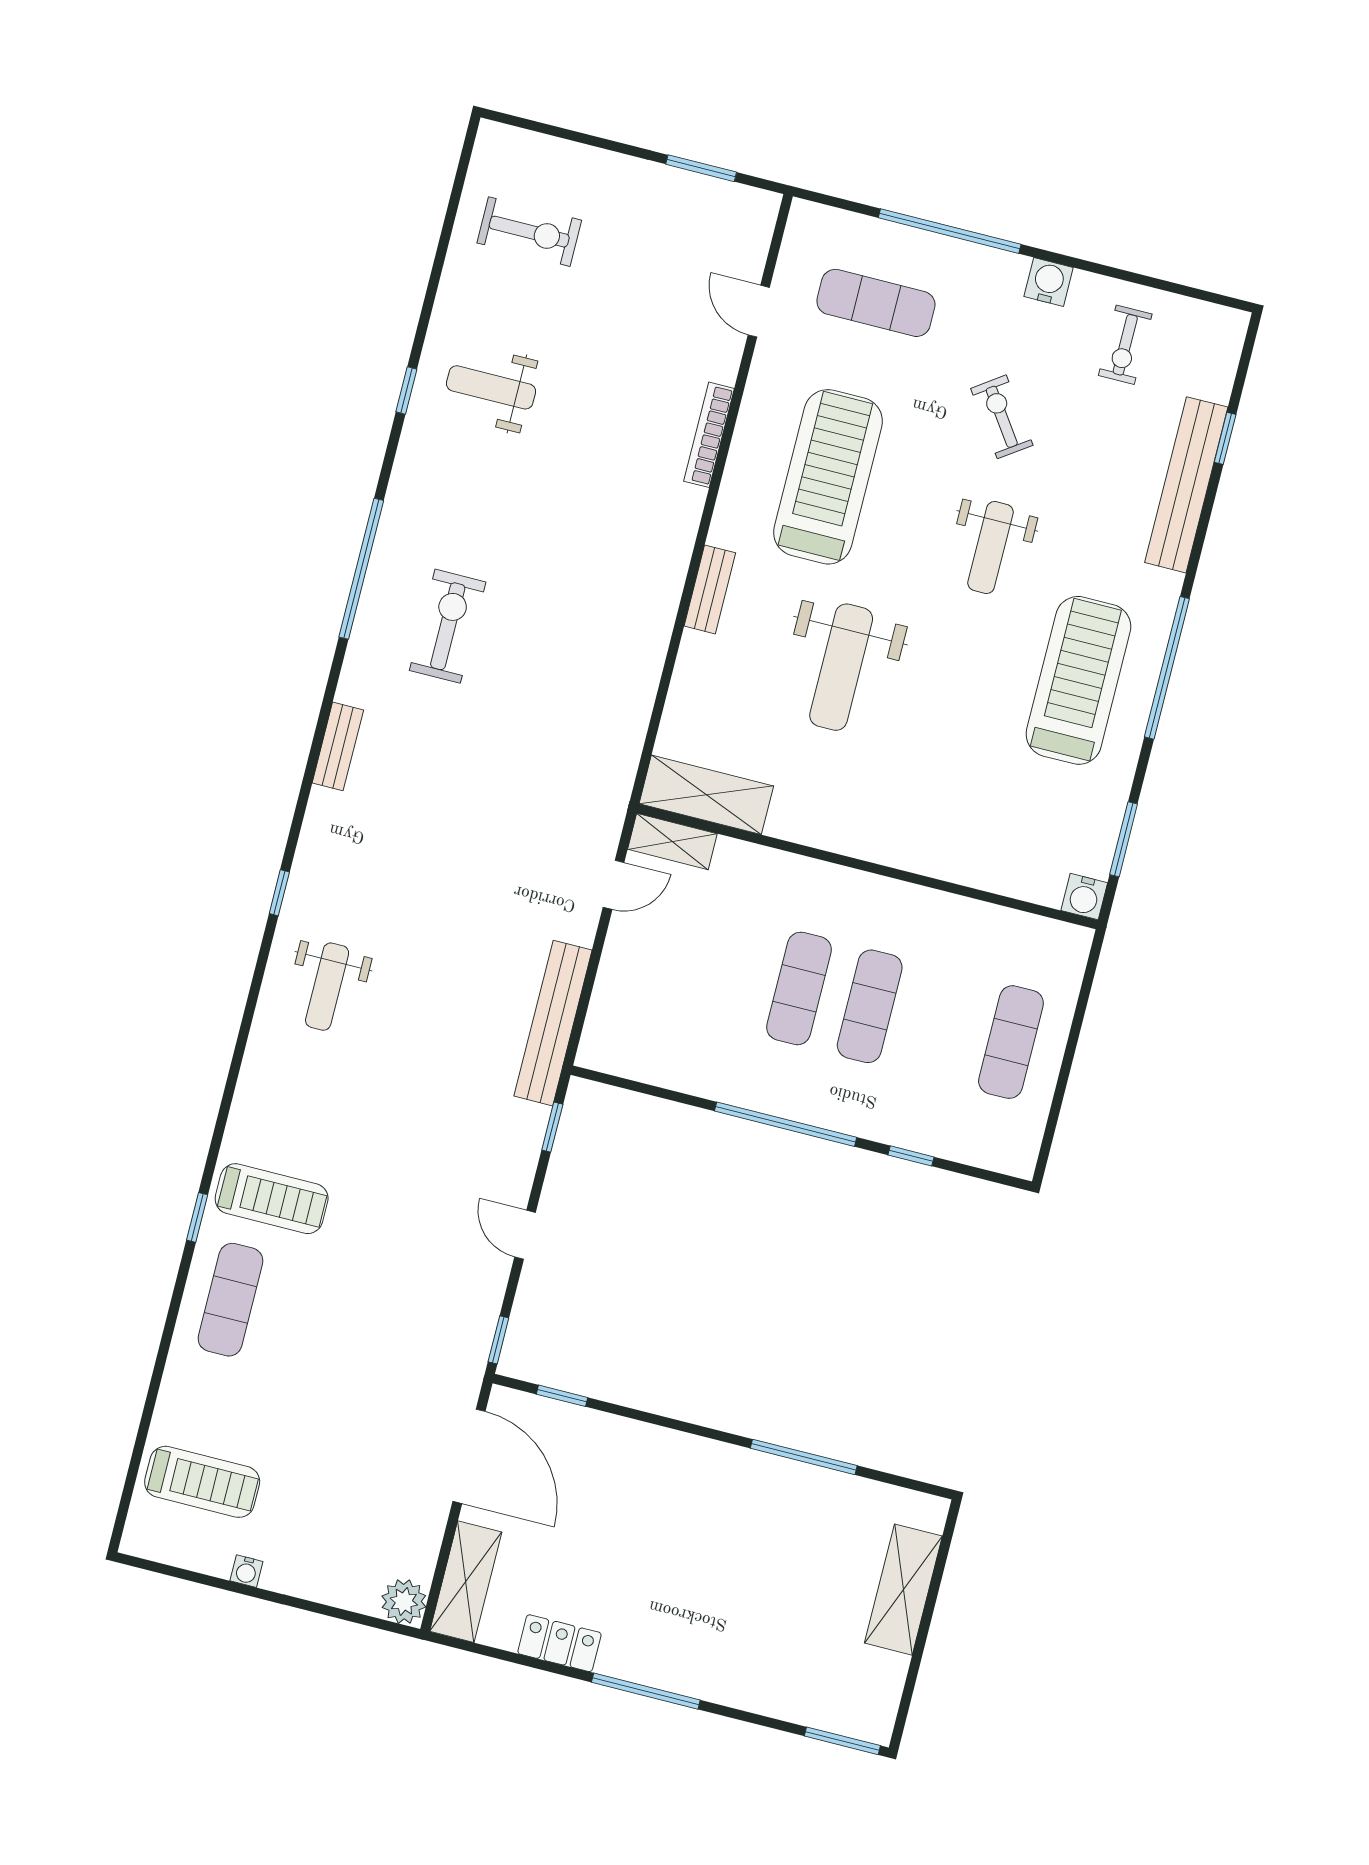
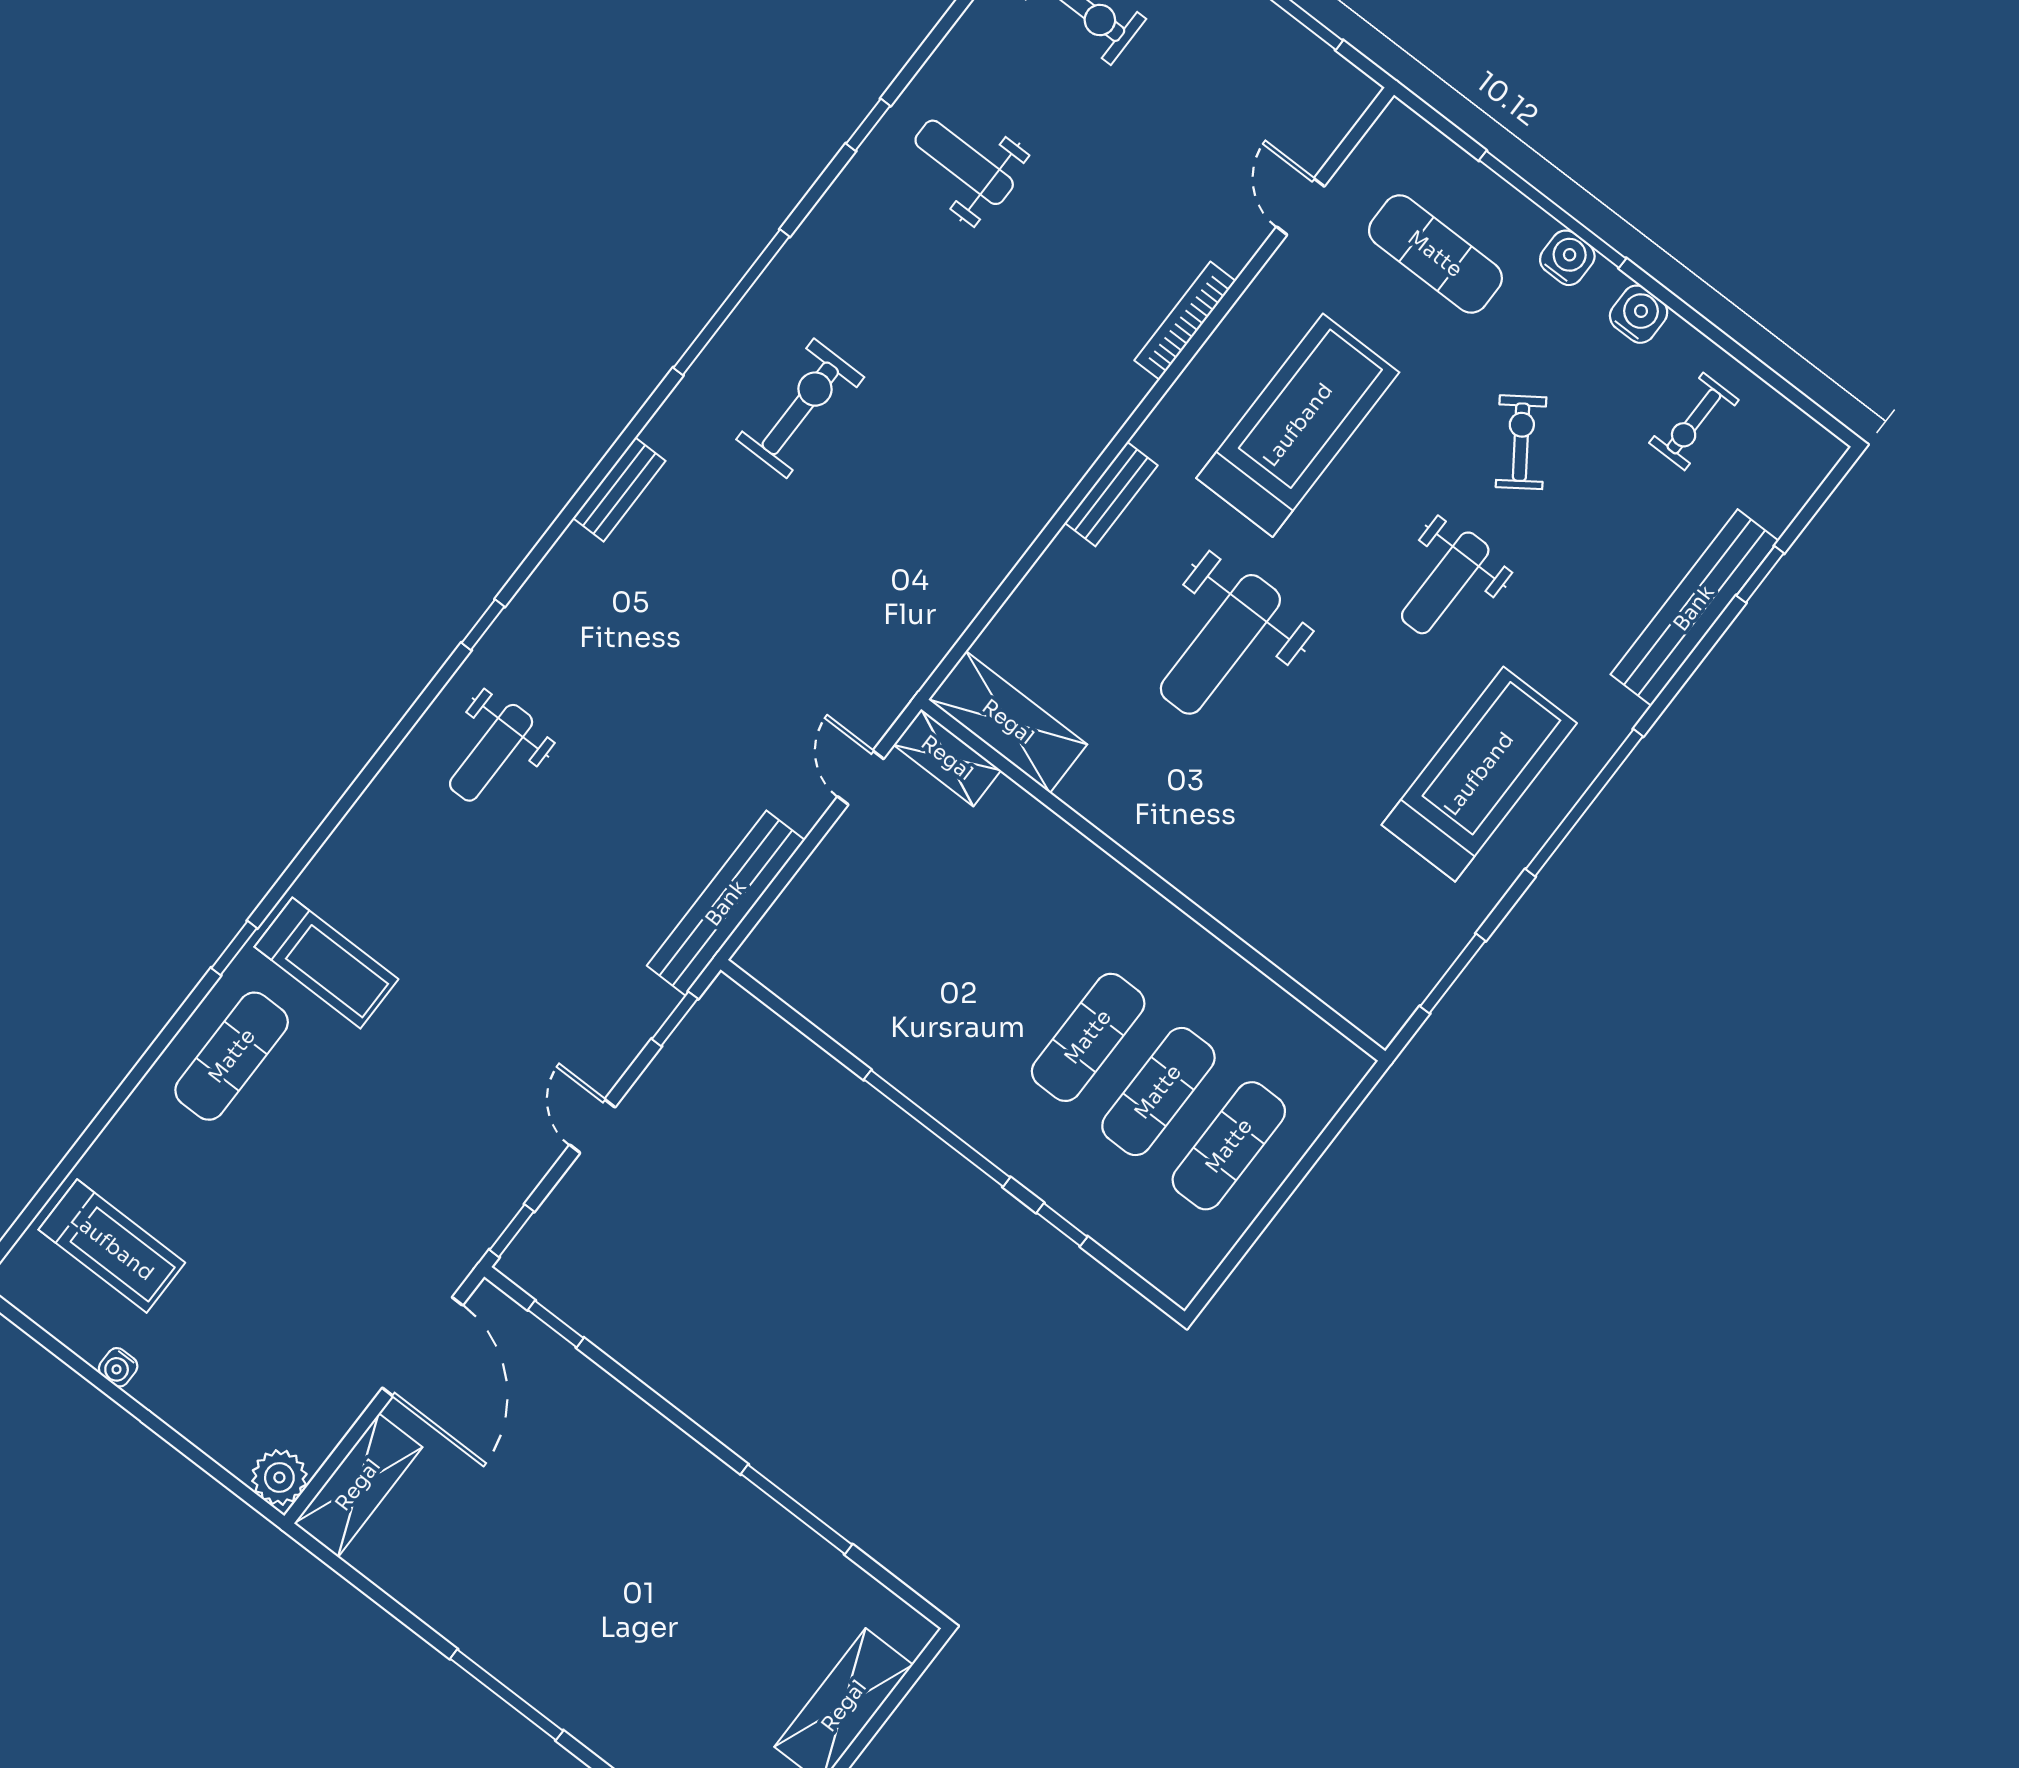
door: (614, 885) -> (861, 778), swing flipped
water cooler: (1084, 897) -> (1567, 258), moved, turned 180
exercise mat: (799, 988) -> (1158, 1092), moved
locker: (559, 1643) -> (433, 1599), removed

